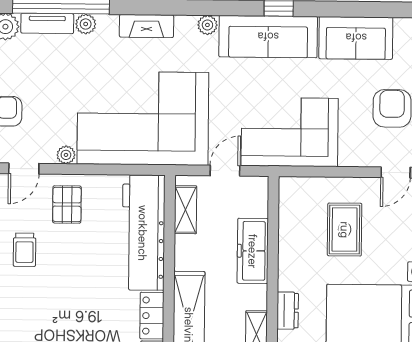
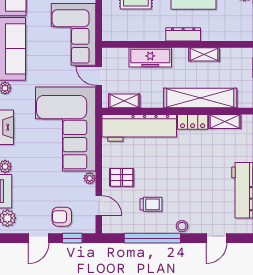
dresser: (288, 311) -> (183, 34), width x1.44

